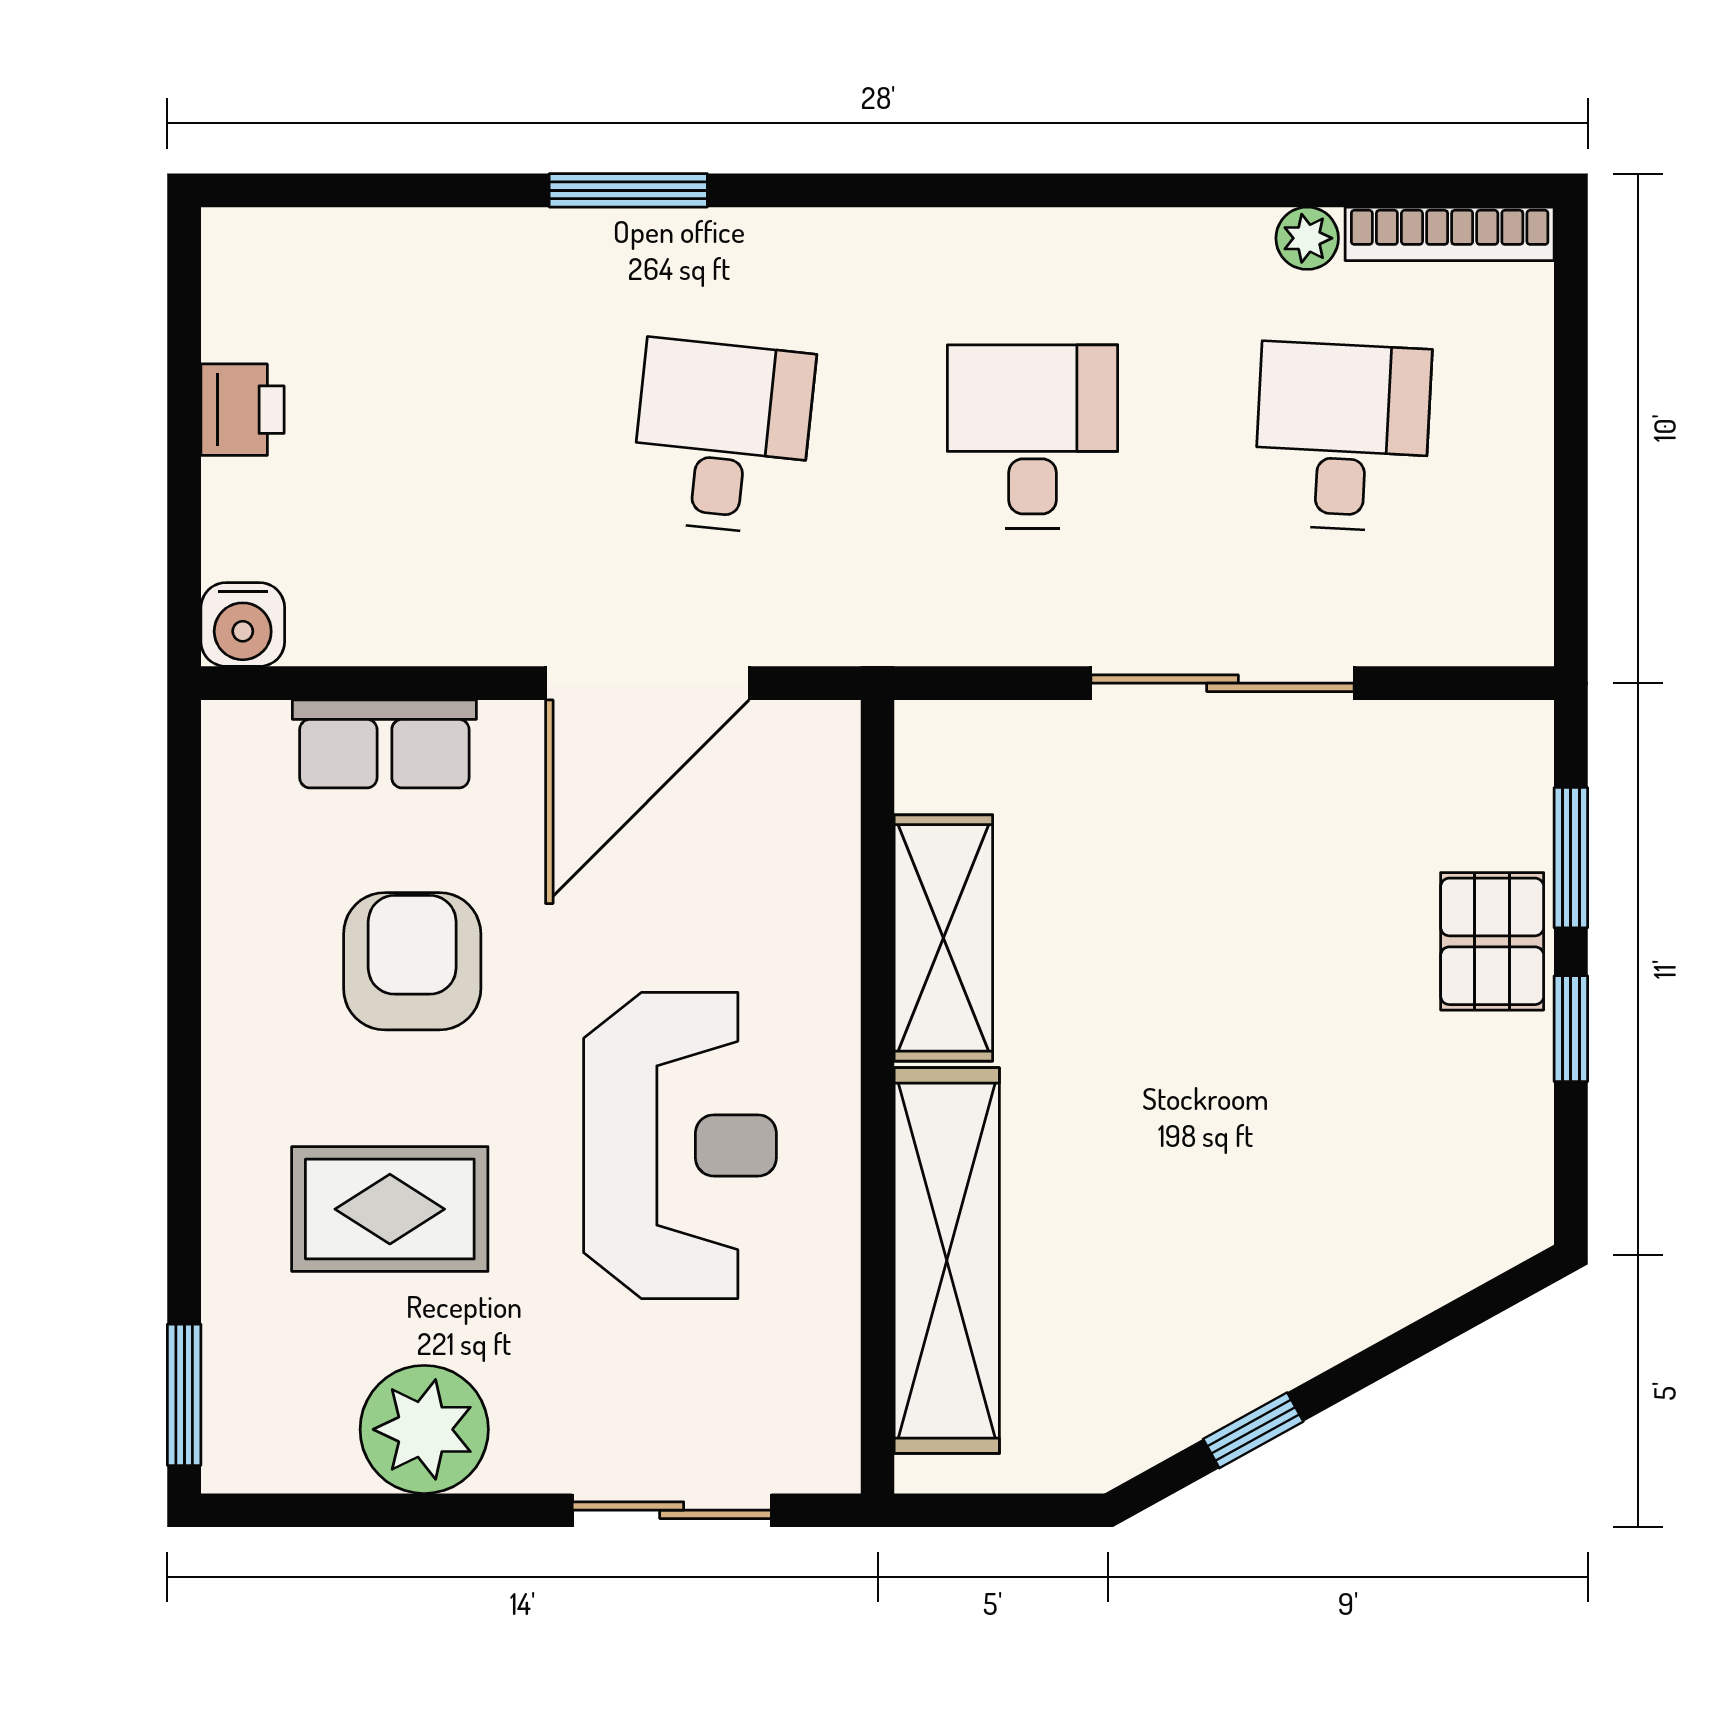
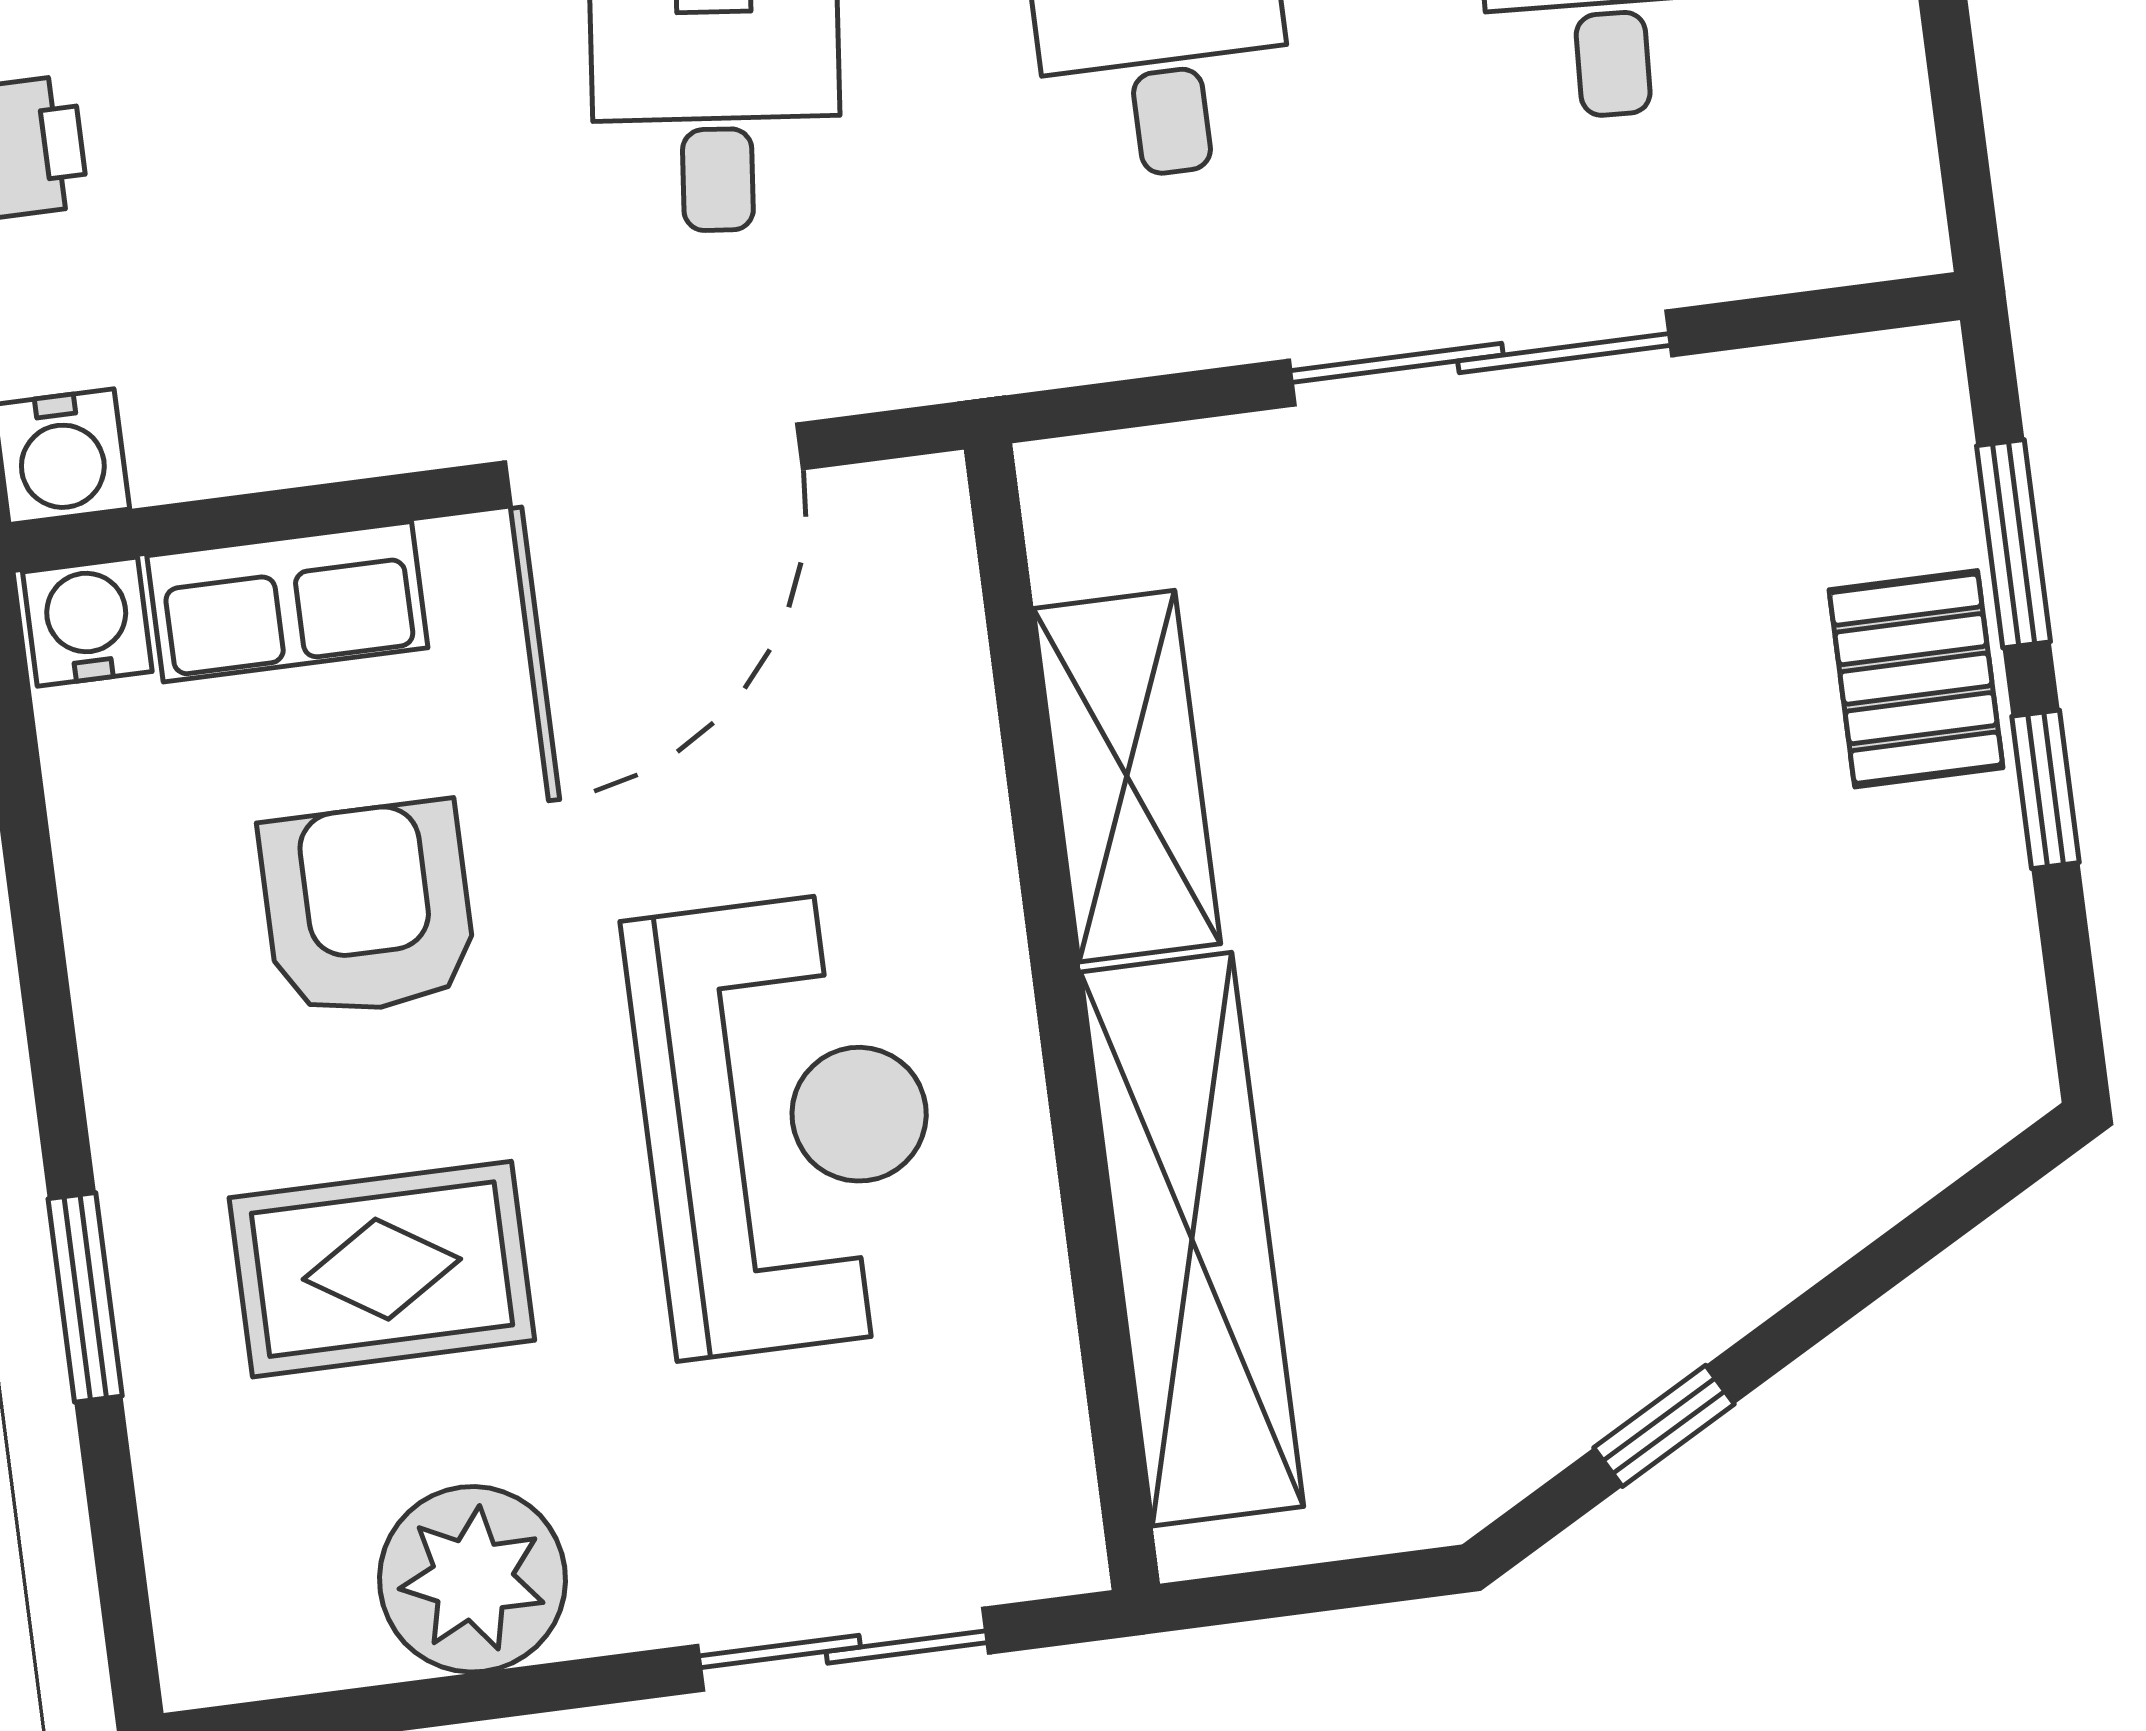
water cooler: (246, 740) -> (87, 622), added
window: (184, 1395) -> (85, 1297), moved

